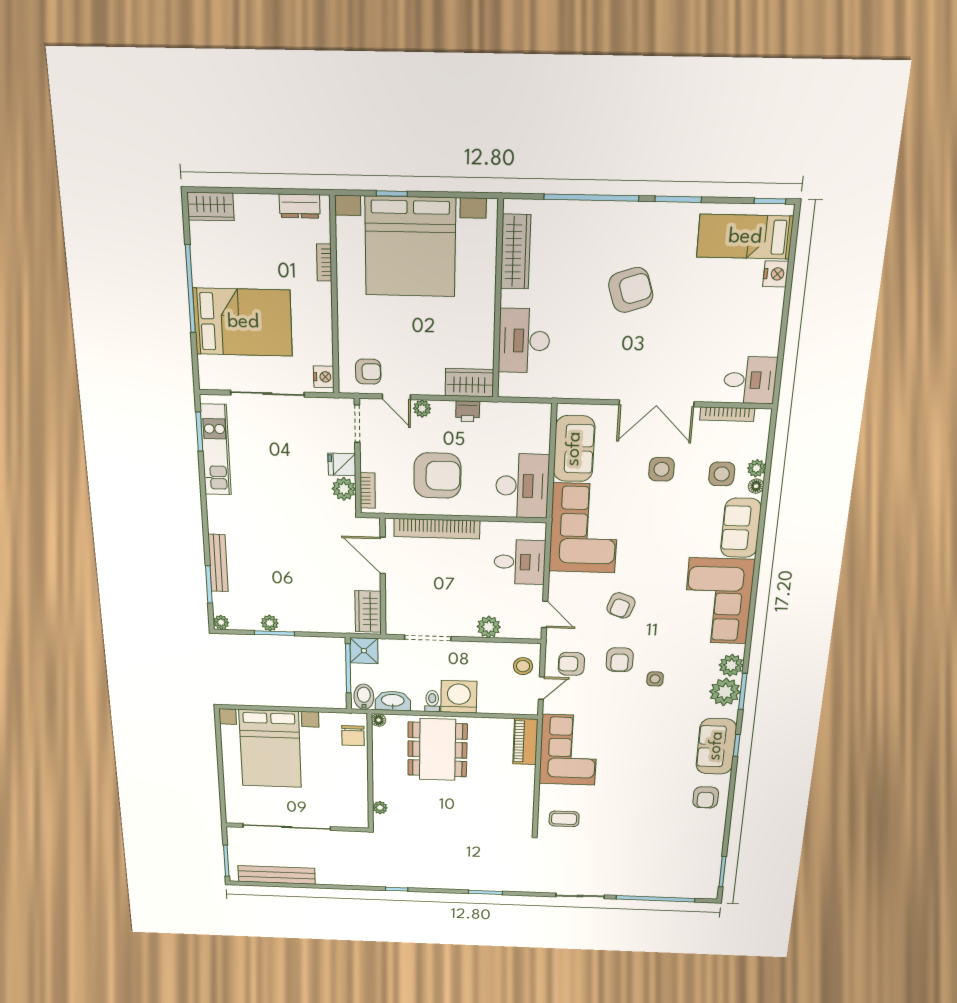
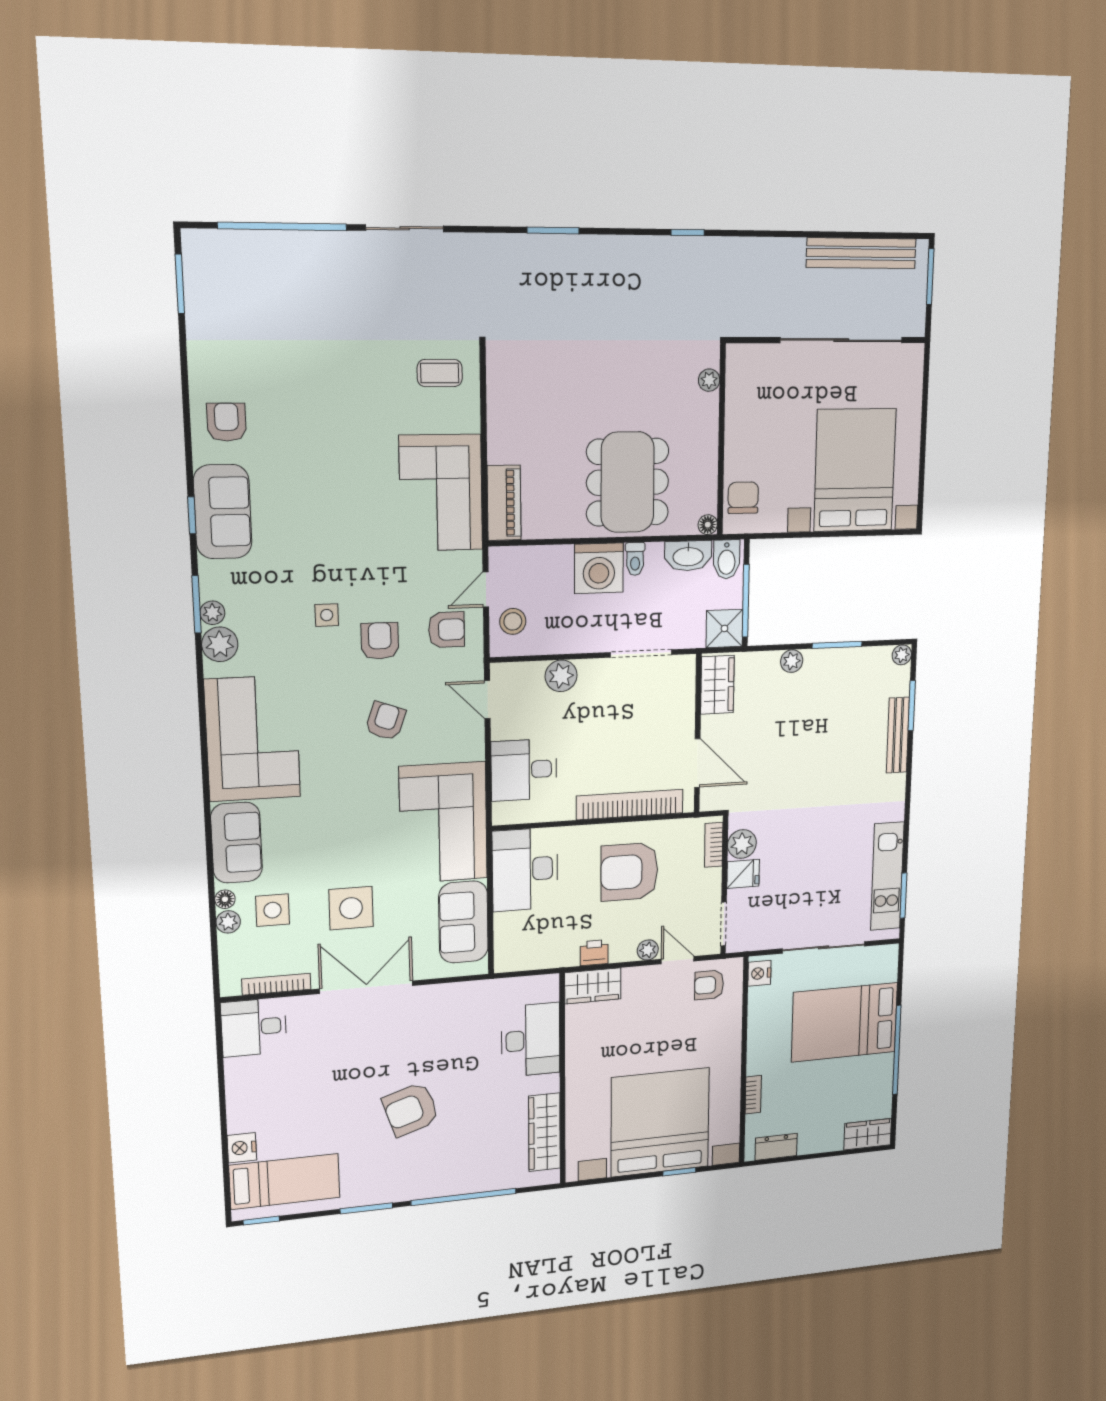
side table: (662, 469) -> (351, 908), width x1.37, depth x1.37
plant: (270, 623) -> (792, 661), moved
plant: (725, 692) -> (212, 613), width x0.53, depth x0.53

